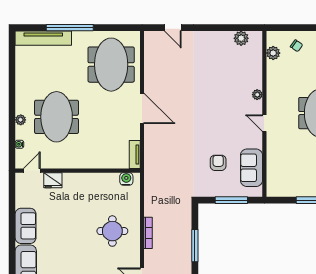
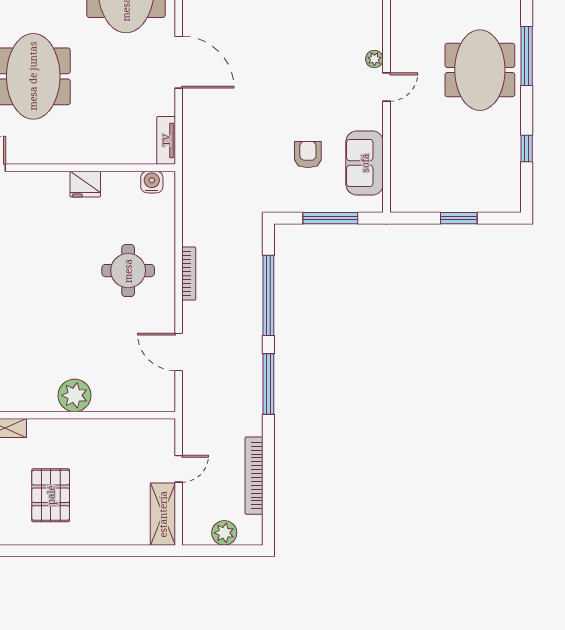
plant: (257, 95) -> (374, 59), moved
door: (264, 123) -> (386, 87), swing flipped
fridge: (53, 180) -> (85, 184), moved
window: (195, 246) -> (268, 295), width x1.46

